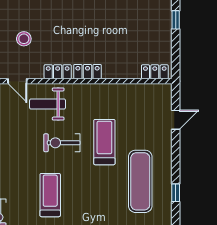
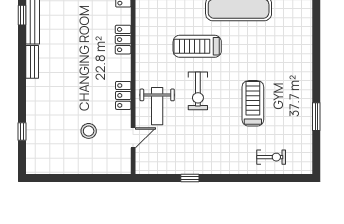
locker: (87, 72) -> (123, 40), moved
treadmill: (50, 195) -> (253, 103), turned 90

